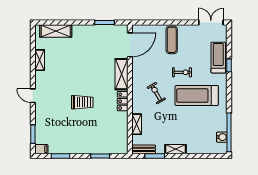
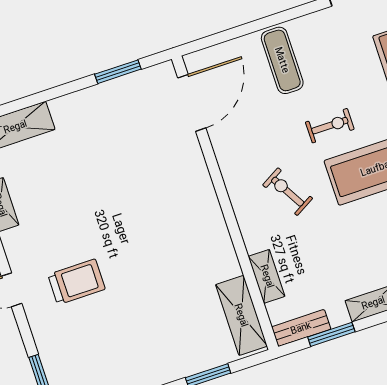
shelving: (121, 74) -> (241, 315), moved
locker: (123, 101) -> (218, 235), removed
trolley: (82, 102) -> (76, 282), moved

